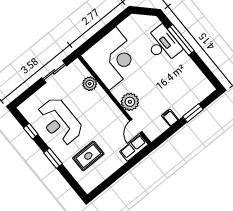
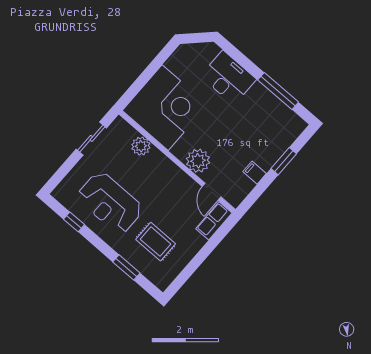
window: (181, 40) -> (278, 91), moved
rug: (88, 156) -> (156, 242), turned 90
window: (53, 158) -> (126, 267), moved

